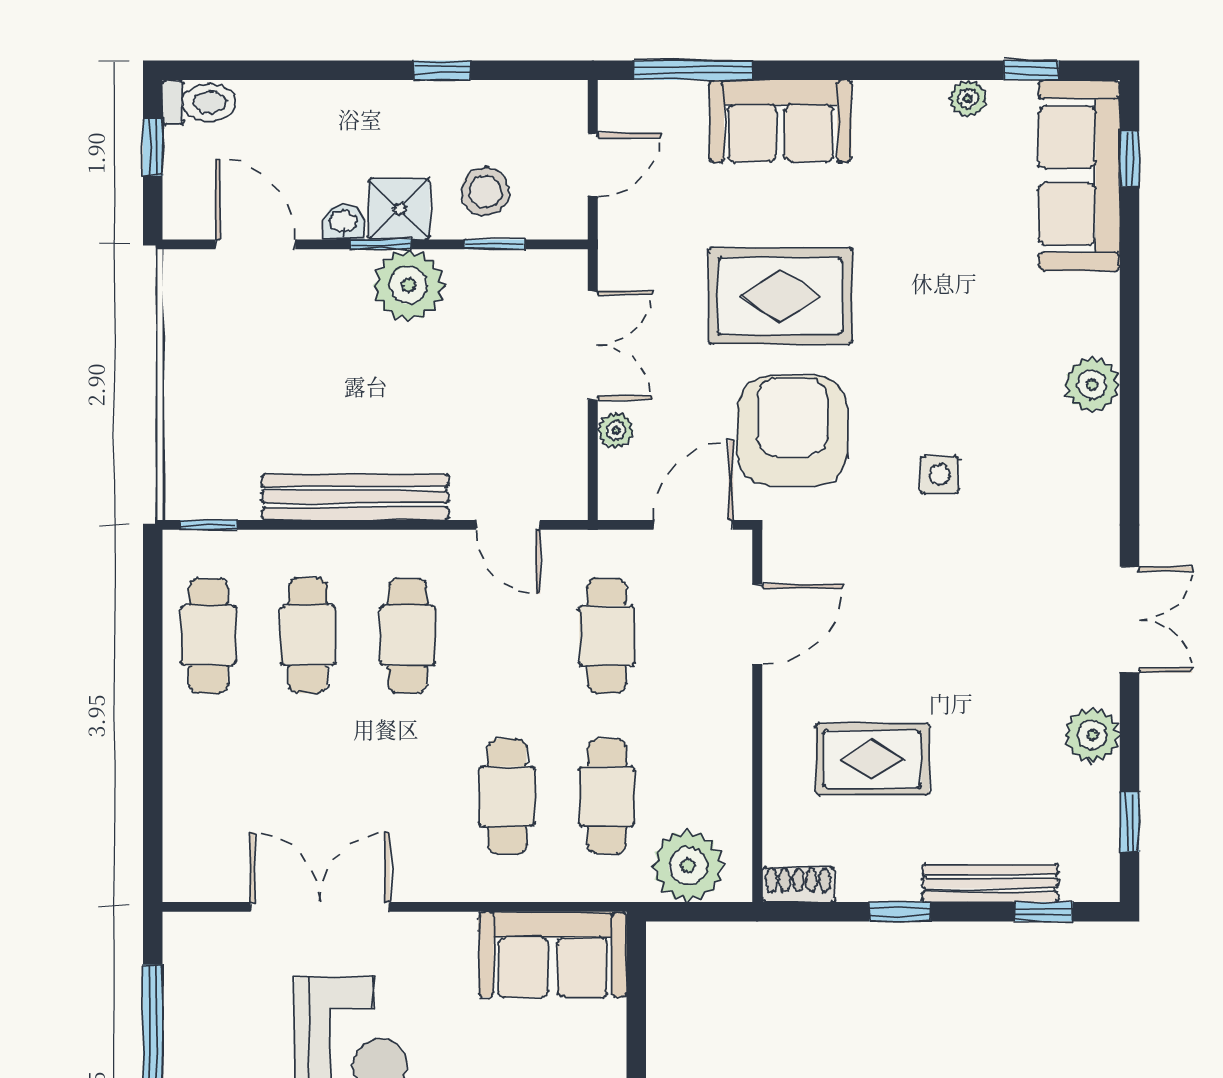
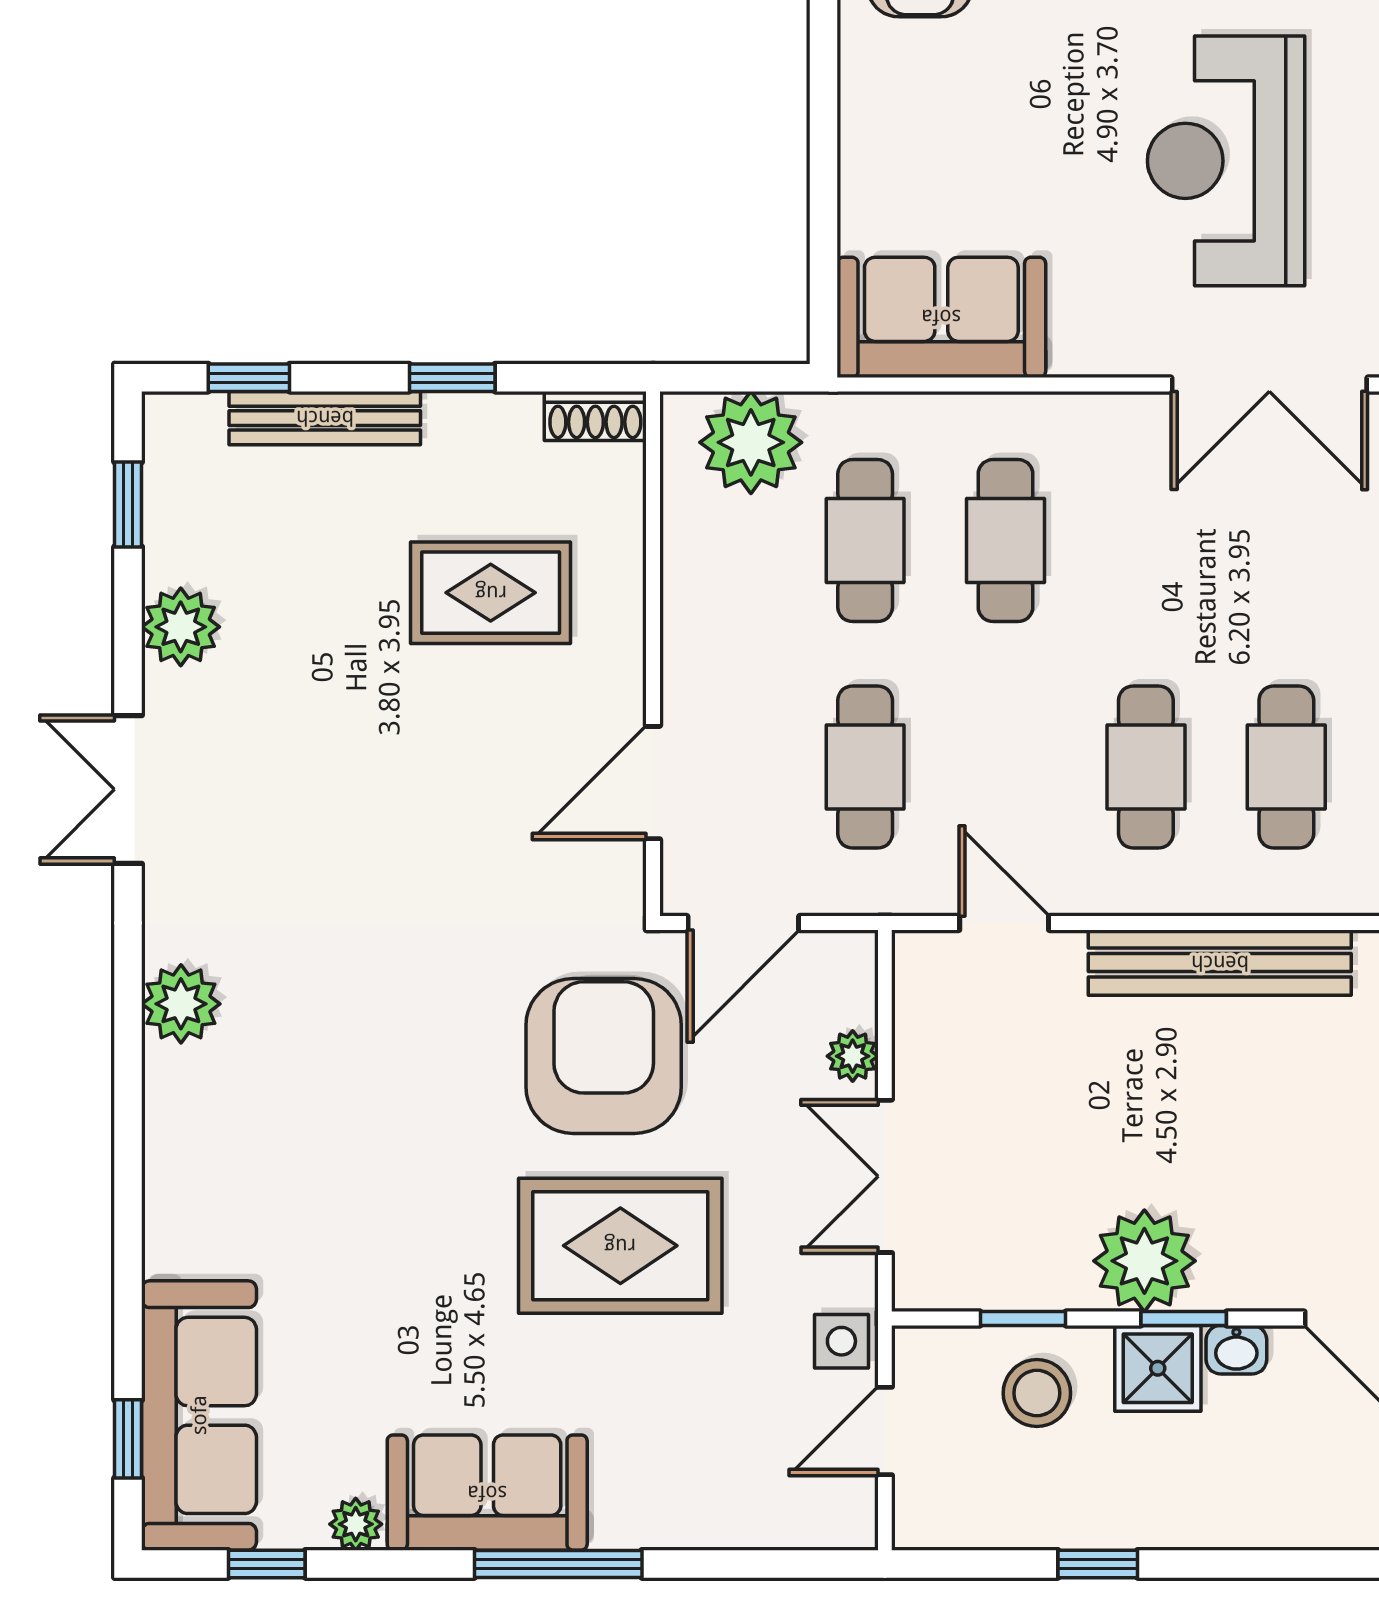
window: (693, 70) -> (558, 1564), moved
sofa: (780, 121) -> (487, 1493), moved
plant: (1092, 385) -> (181, 1004), moved
armchair: (792, 431) -> (604, 1056), turned 180
side table: (939, 475) -> (841, 1341), moved

